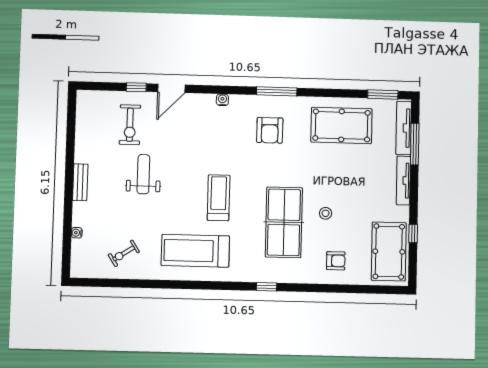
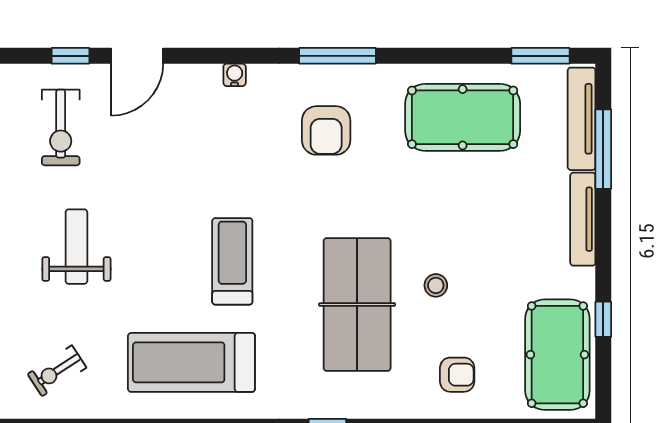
weight bench: (143, 174) -> (76, 247), moved

